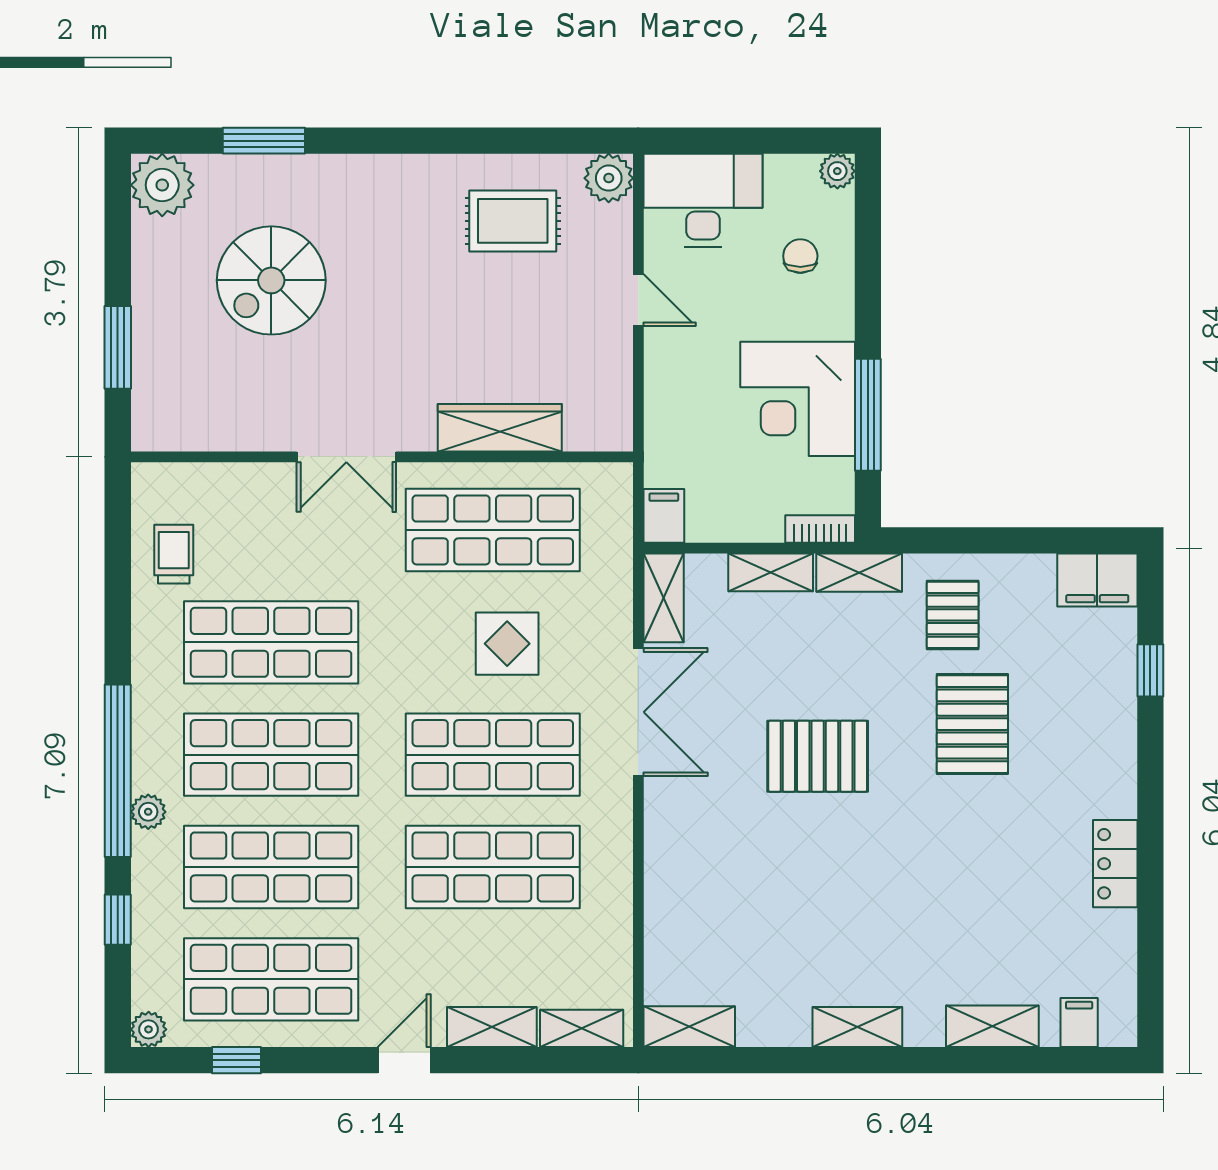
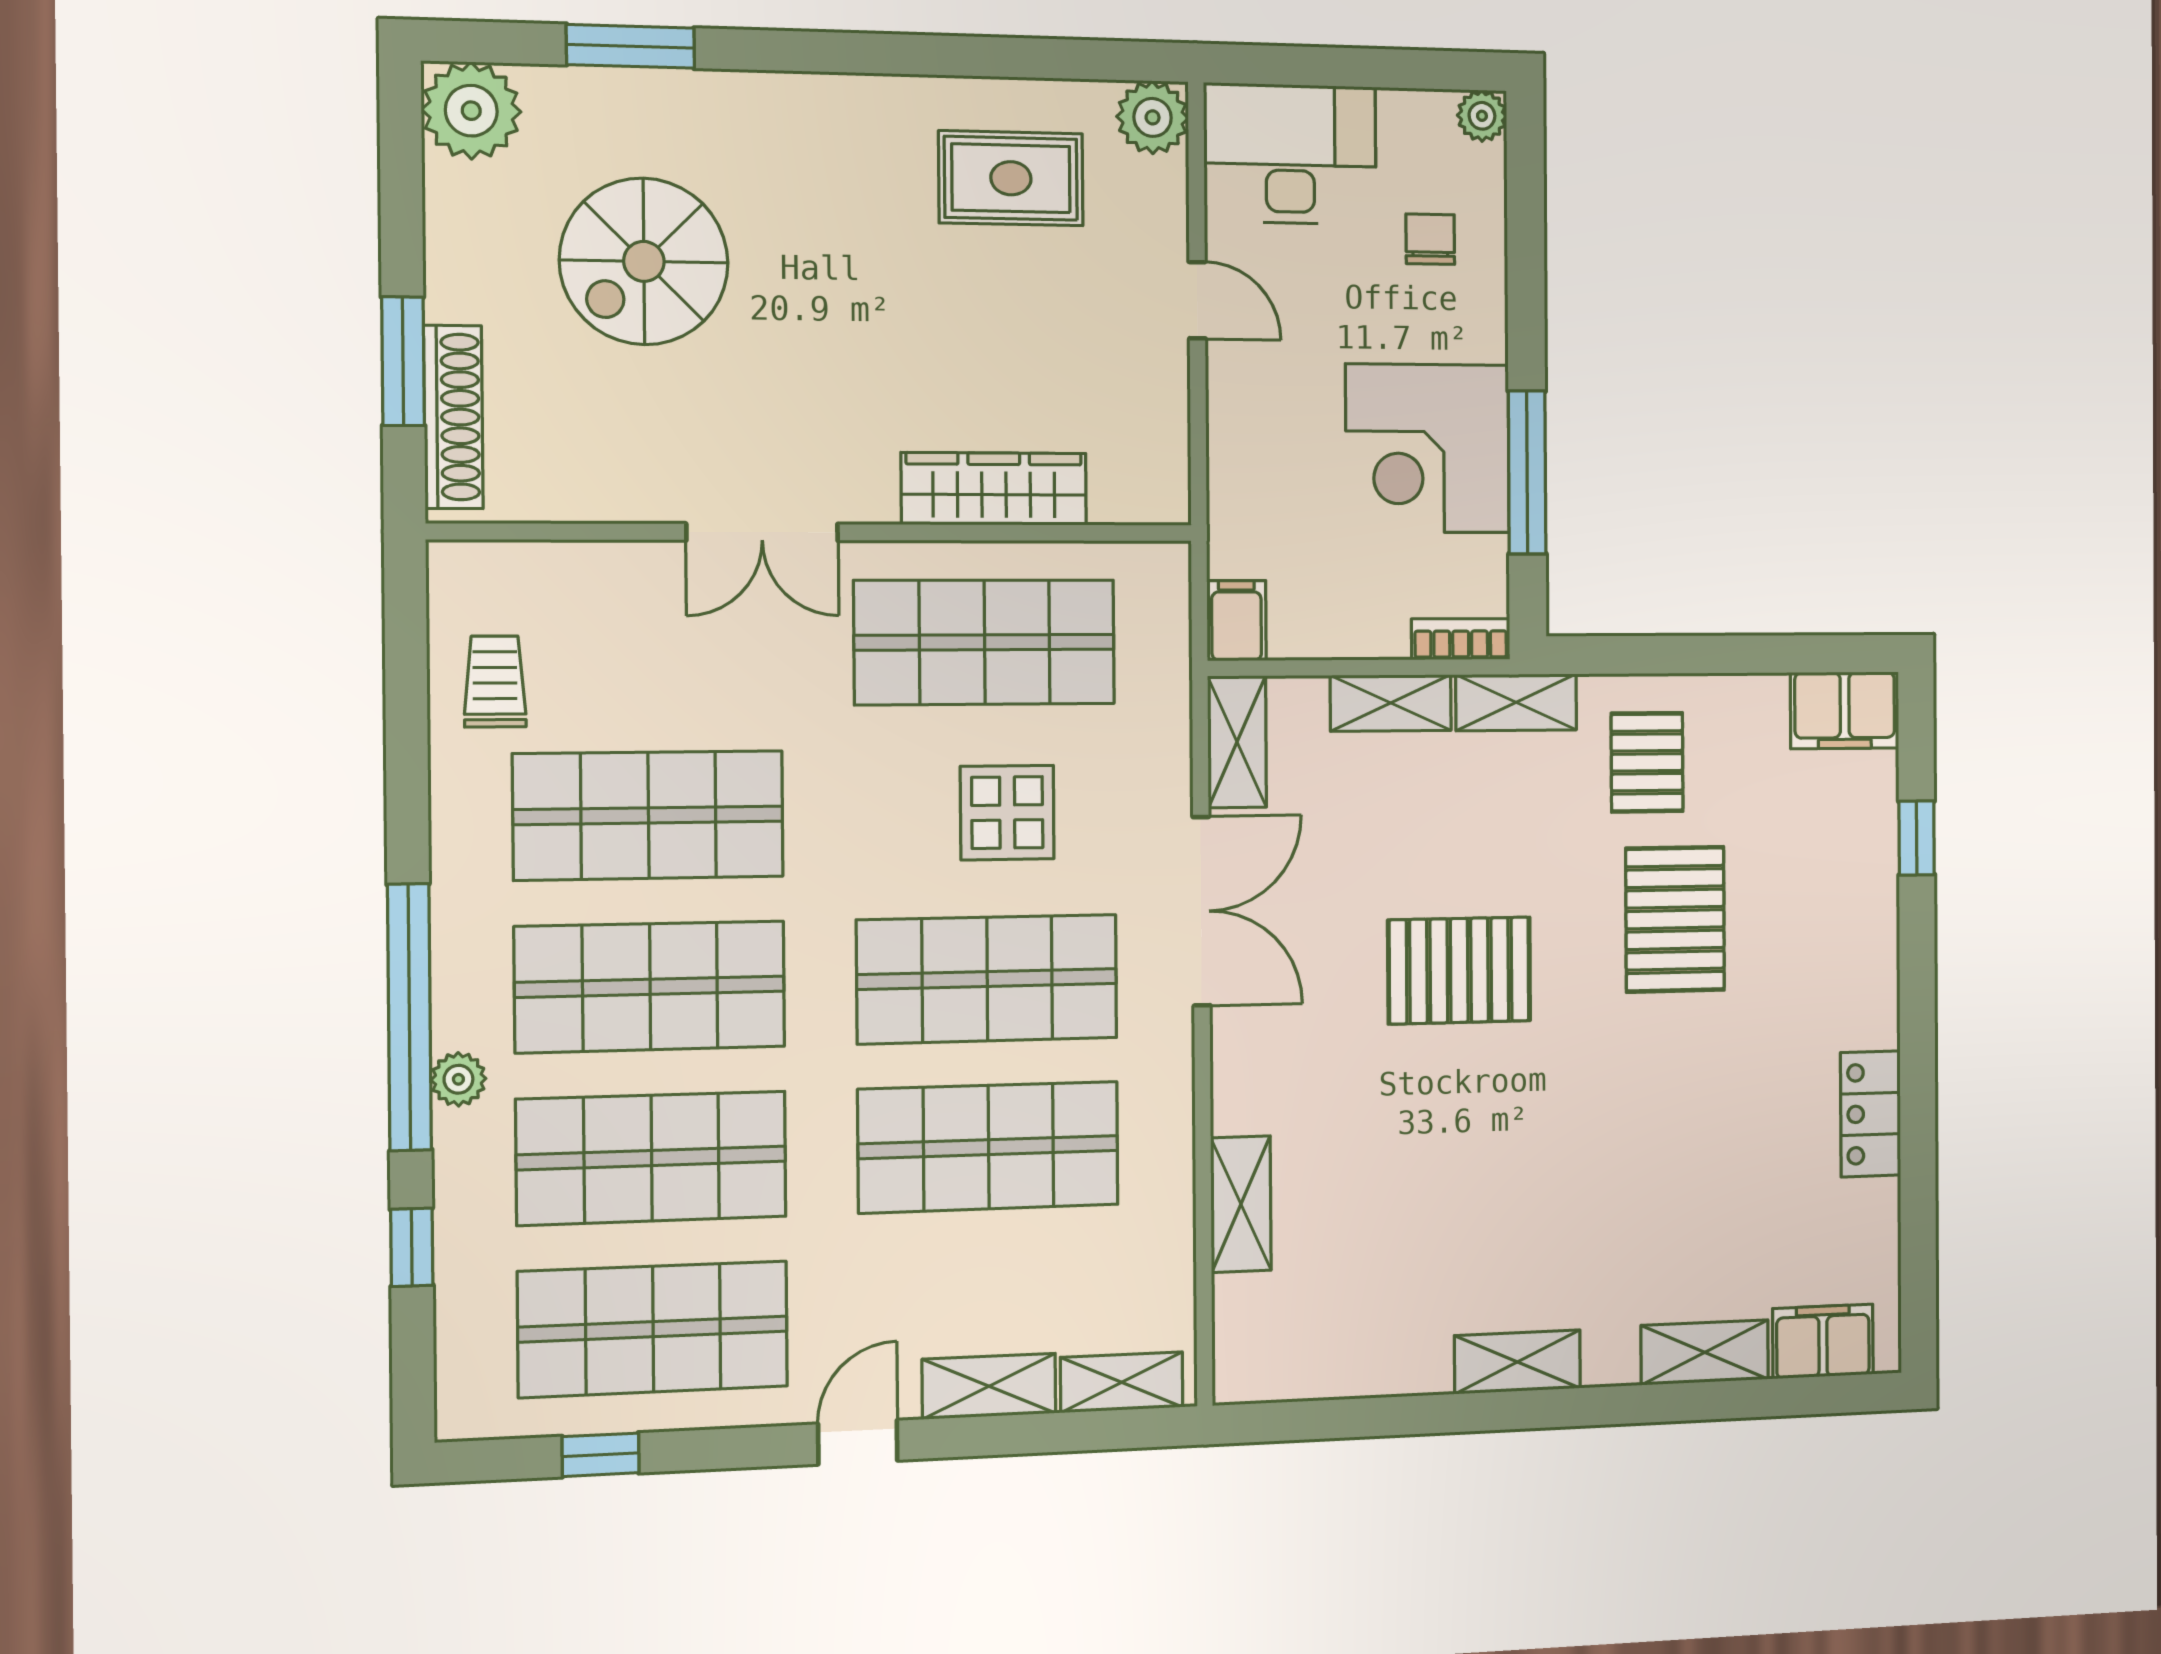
shoe rack: (149, 383) -> (453, 417), added
filing cabinet: (1079, 1022) -> (1823, 1341), width x2.00
shelving: (689, 1027) -> (1241, 1204), moved, turned 90
plant: (149, 1029) -> (462, 1414), removed

